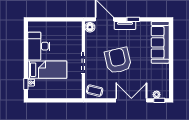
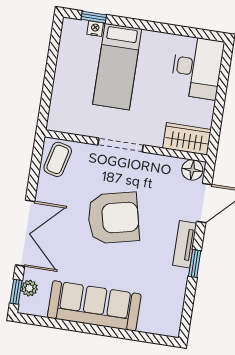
wardrobe: (76, 32) -> (187, 139), added
sofa: (160, 42) -> (94, 306), moved
desk: (39, 46) -> (197, 68), moved, turned 90

